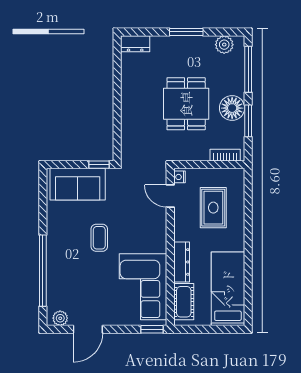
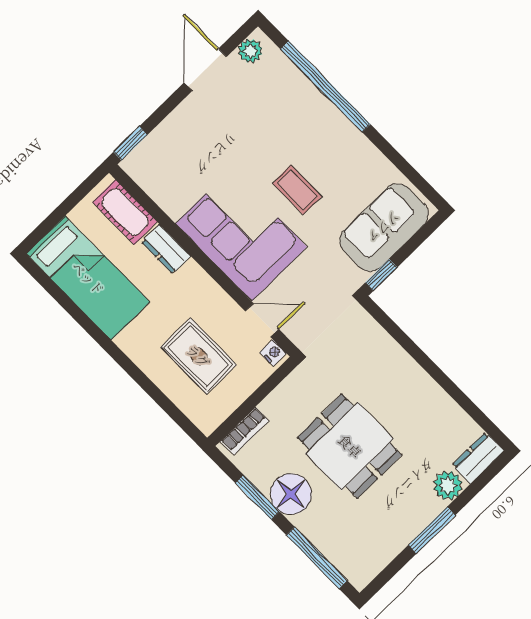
plant: (224, 45) -> (448, 485), moved
dresser: (182, 262) -> (166, 249), width x0.70
corner sofa: (143, 287) -> (241, 235), moved

